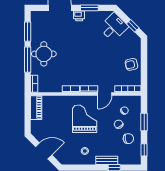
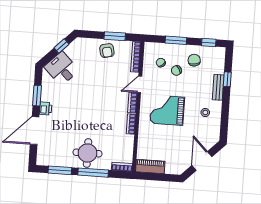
window: (144, 70) -> (115, 36), added
door: (105, 94) -> (140, 84), swing flipped

